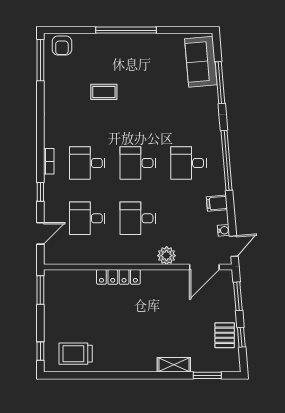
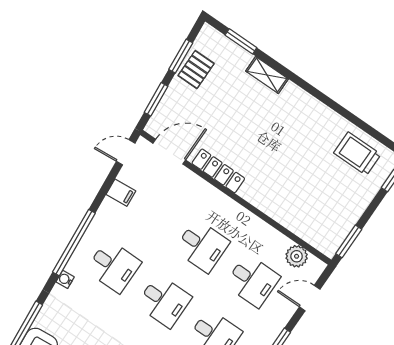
filing cabinet: (217, 203) -> (121, 193), moved
water cooler: (224, 230) -> (65, 279), moved
plant: (167, 256) -> (297, 256), moved
locker: (118, 277) -> (218, 171), moved
window: (241, 337) -> (181, 56), width x1.50
trolley: (76, 354) -> (357, 154), turned 180

